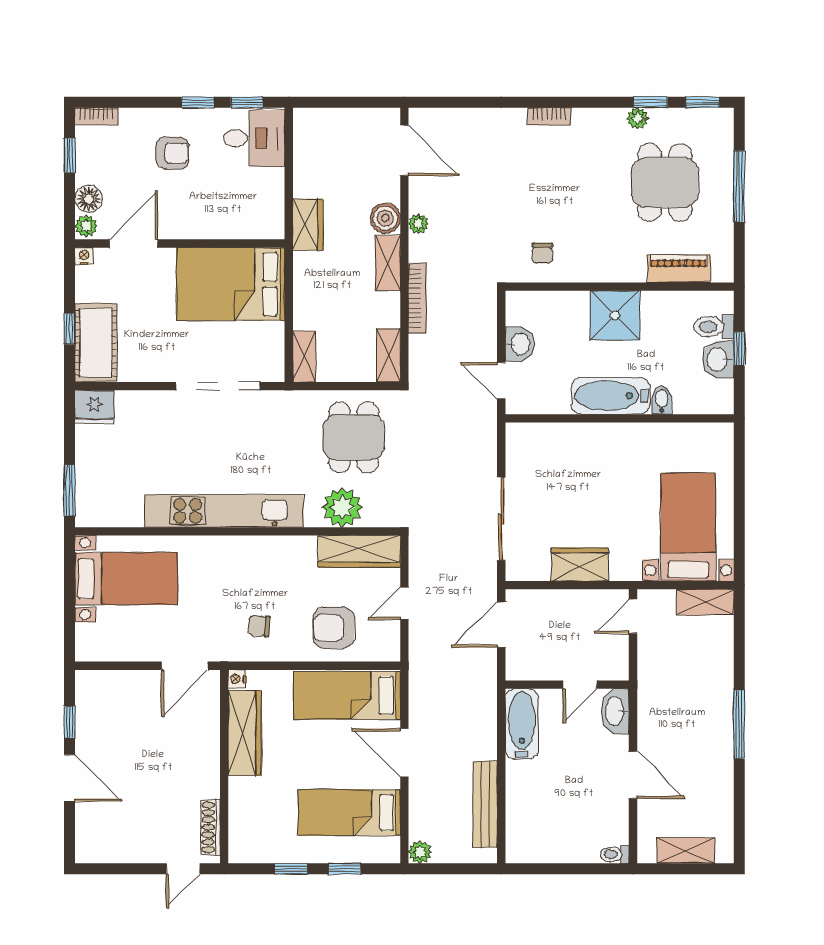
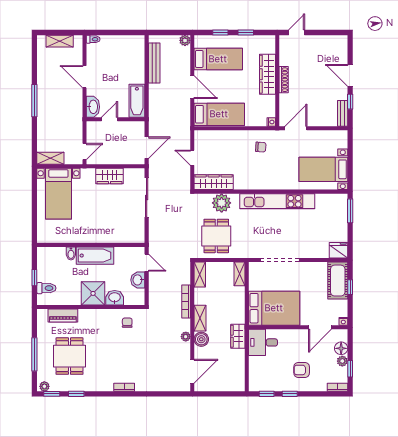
plant: (638, 118) -> (44, 386), moved
desk: (254, 138) -> (263, 342), moved
door: (404, 150) -> (192, 371), swing flipped
plant: (86, 226) -> (342, 361), moved
washbasin: (718, 360) -> (115, 298), moved, turned -90
door: (404, 603) -> (192, 158), swing flipped
armchair: (334, 628) -> (226, 146), removed
bench: (85, 697) -> (343, 113), added
wardrobe: (245, 733) -> (268, 74), moved
shoe rack: (211, 827) -> (284, 80), moved

